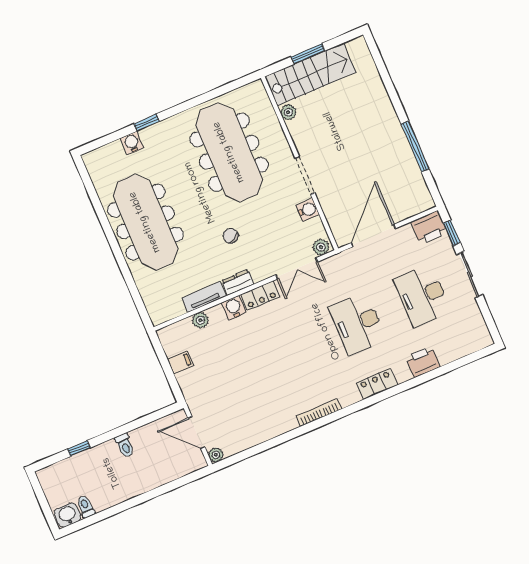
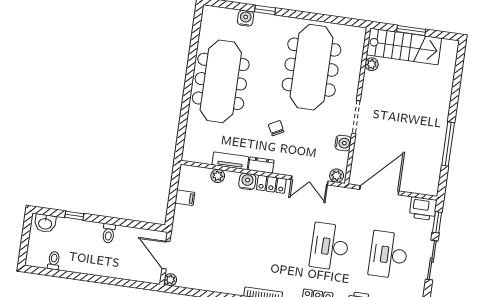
washbasin: (67, 515) -> (45, 223), moved, turned 180

